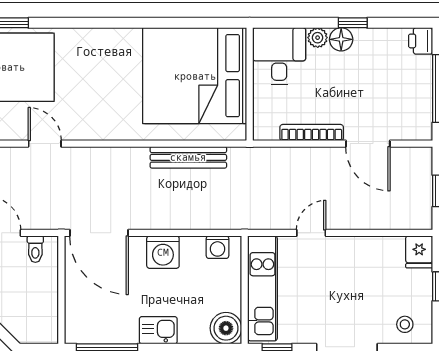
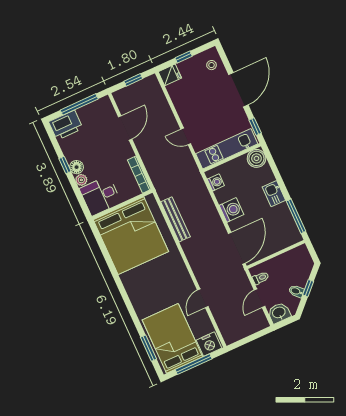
printer: (421, 41) -> (66, 125), width x1.87, depth x1.48
bookcase: (312, 133) -> (139, 175), moved

